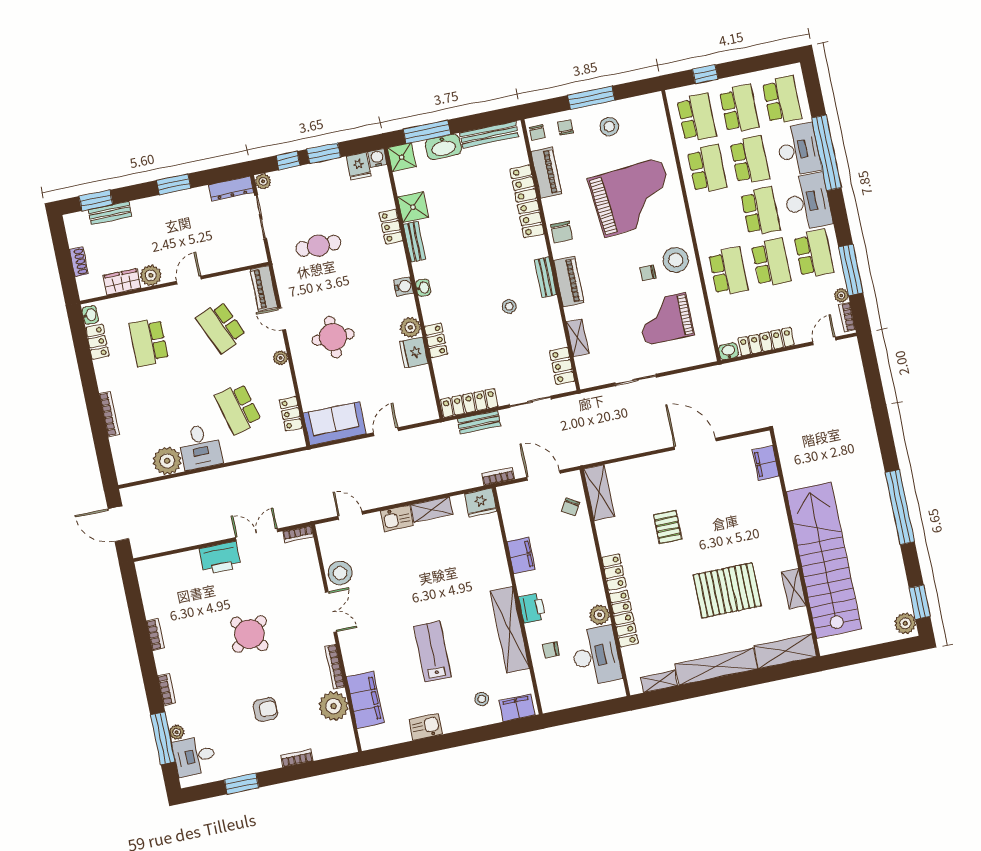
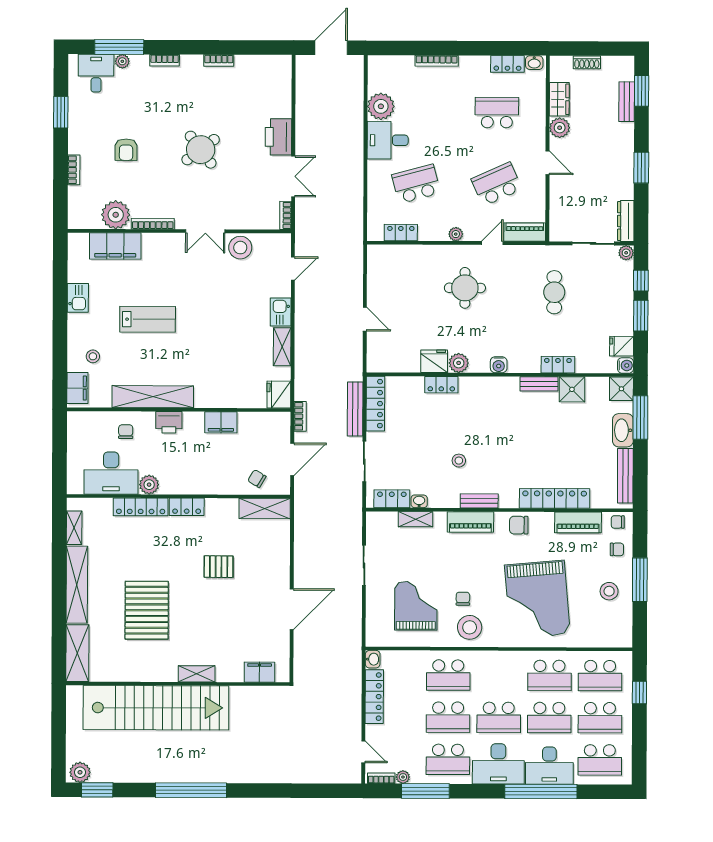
washbasin: (423, 288) -> (419, 501), moved, turned 180
bench: (479, 422) -> (355, 409), width x1.36
sofa: (335, 424) -> (383, 272), removed
shelving: (794, 589) -> (197, 674), moved

